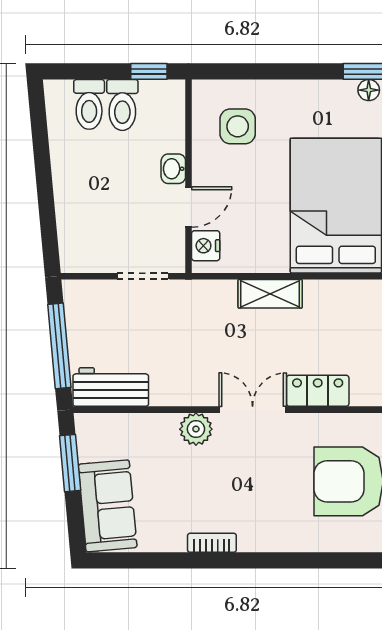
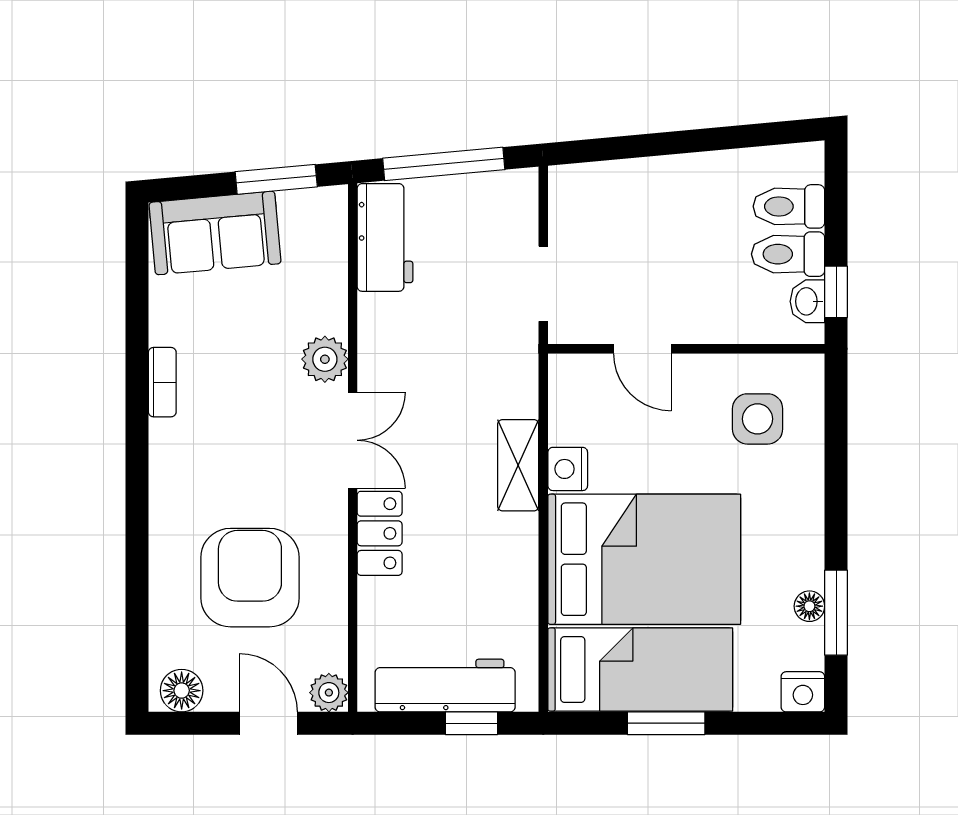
washbasin: (173, 169) -> (807, 301), moved, turned -90
nightstand: (206, 246) -> (568, 469), moved, turned -90

